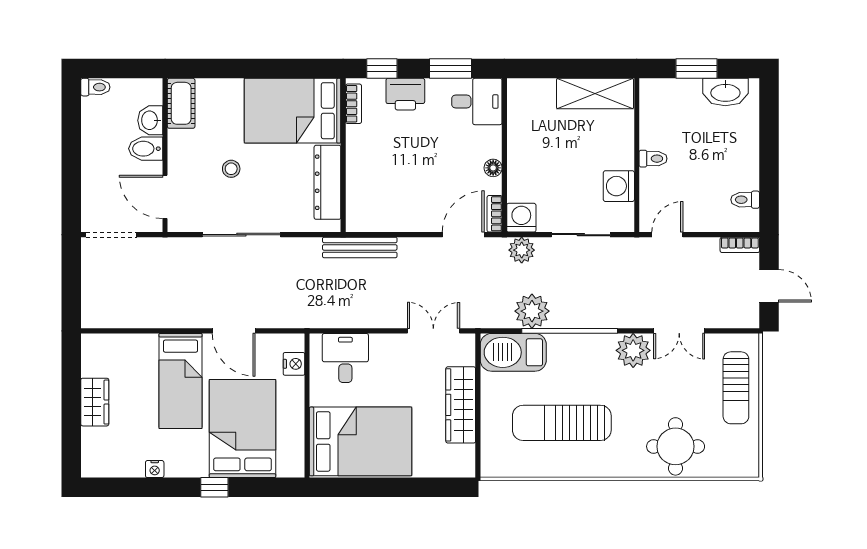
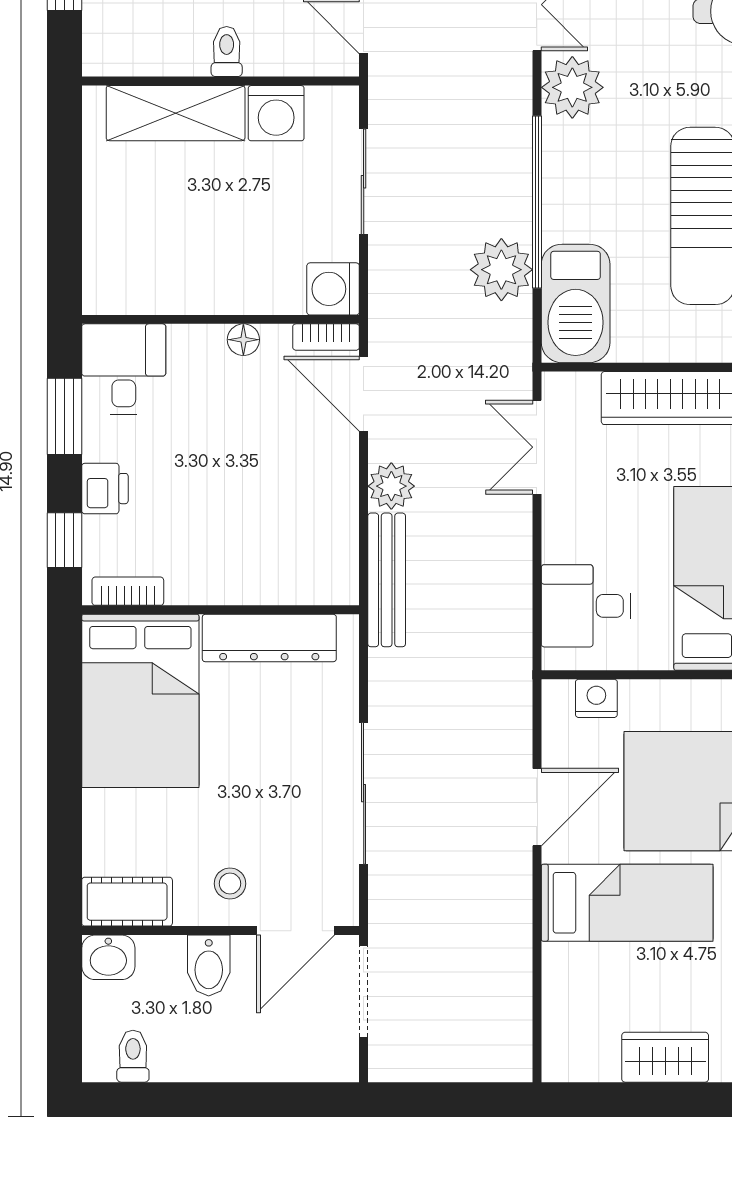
toilet: (95, 87) -> (133, 1056), moved
printer: (405, 94) -> (105, 489), width x0.73, depth x0.81
shelving: (595, 94) -> (176, 113), moved, turned 90
washbasin: (150, 120) -> (108, 957), moved
stool: (231, 169) -> (230, 884), moved
doorway: (111, 235) -> (364, 992), moved
plant: (522, 250) -> (391, 486), moved

